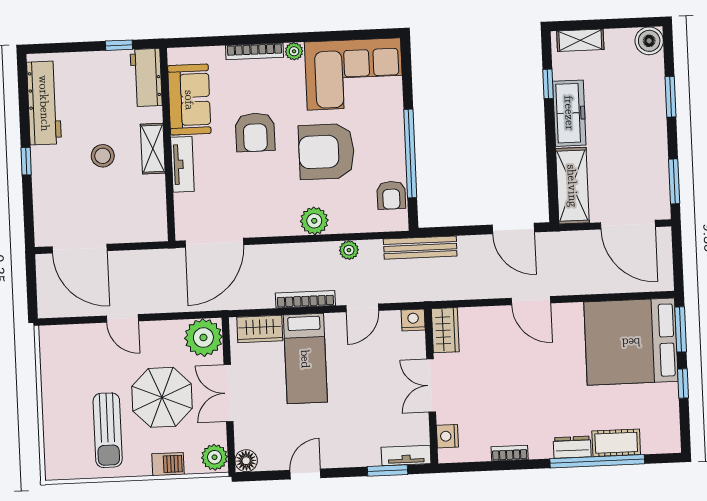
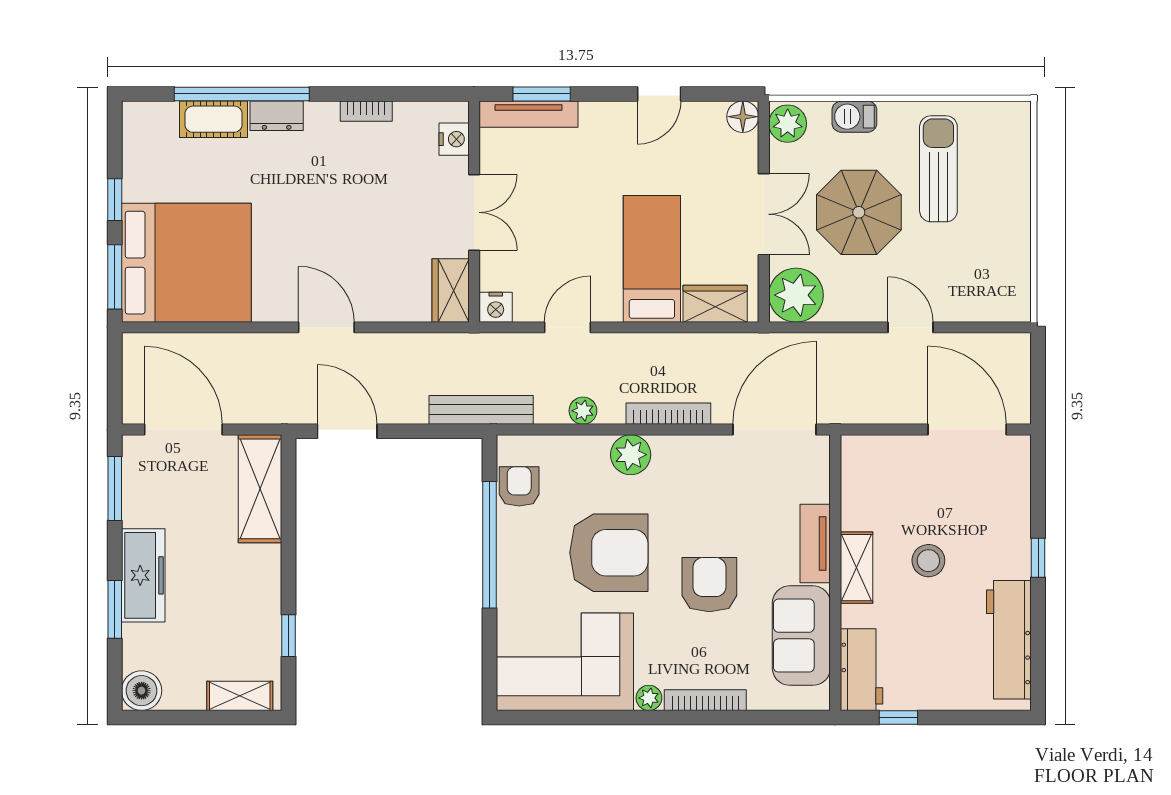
freezer: (569, 113) -> (143, 575), moved, turned 180
bookcase: (305, 299) -> (668, 414), moved, turned 180
tv unit: (406, 455) -> (529, 114), width x1.41

